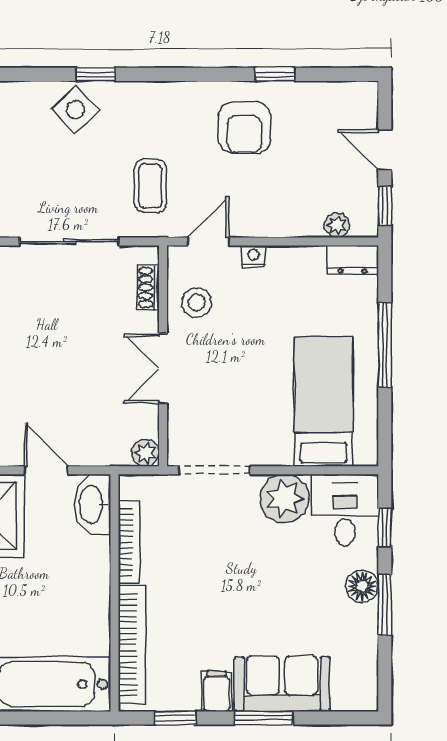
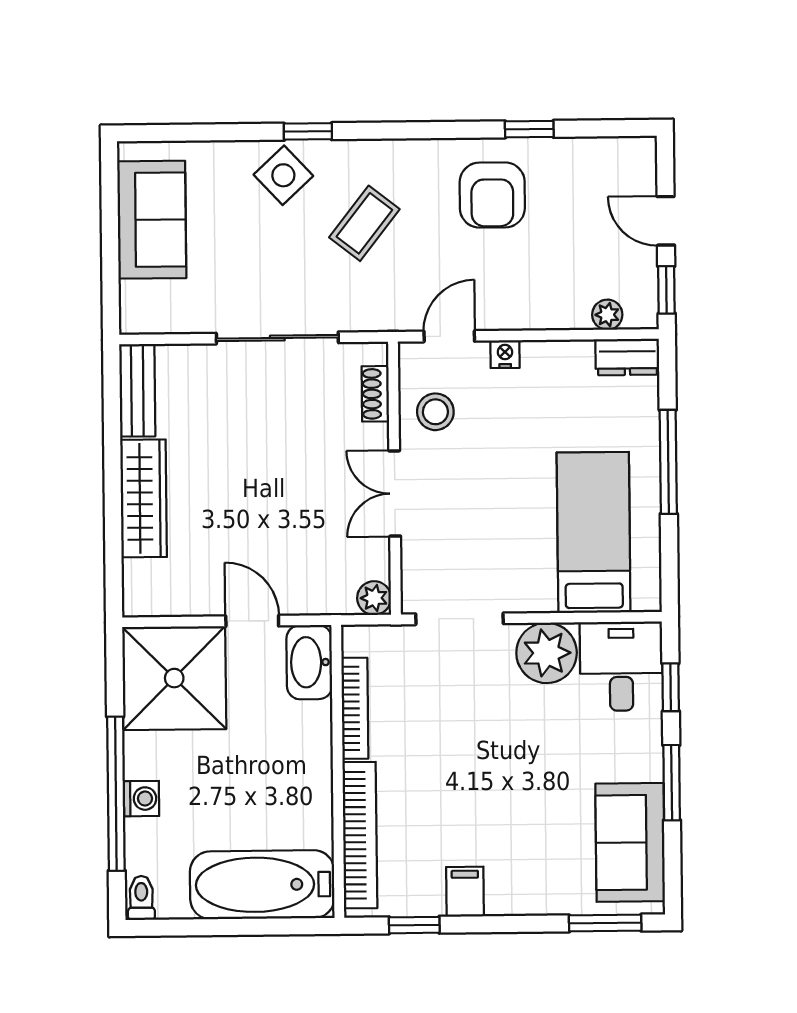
coffee table: (150, 186) -> (364, 223), moved, turned 38
floor lamp: (362, 586) -> (643, 760), removed
sofa: (282, 684) -> (630, 842), moved, turned -90
window: (264, 718) -> (605, 923), moved

